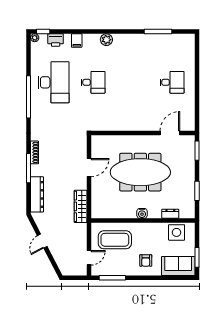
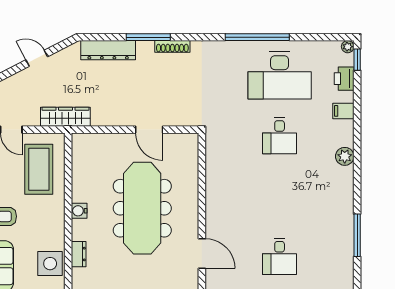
wardrobe: (81, 206) -> (65, 117), moved

